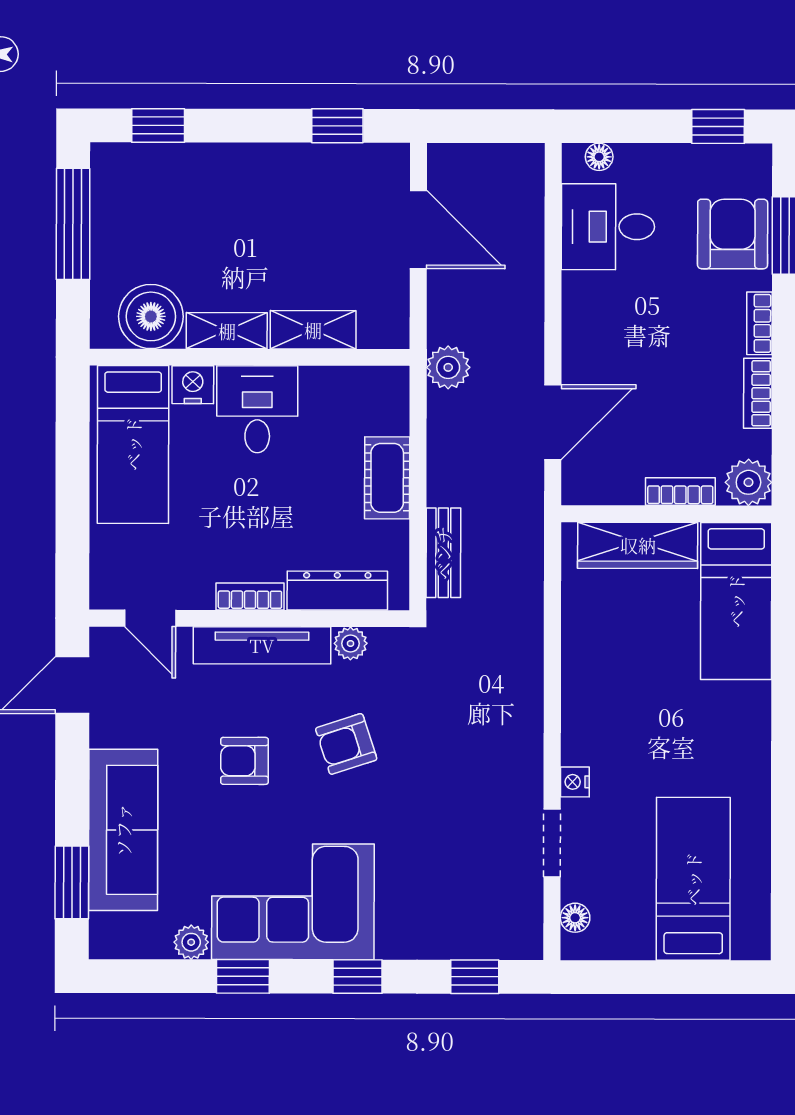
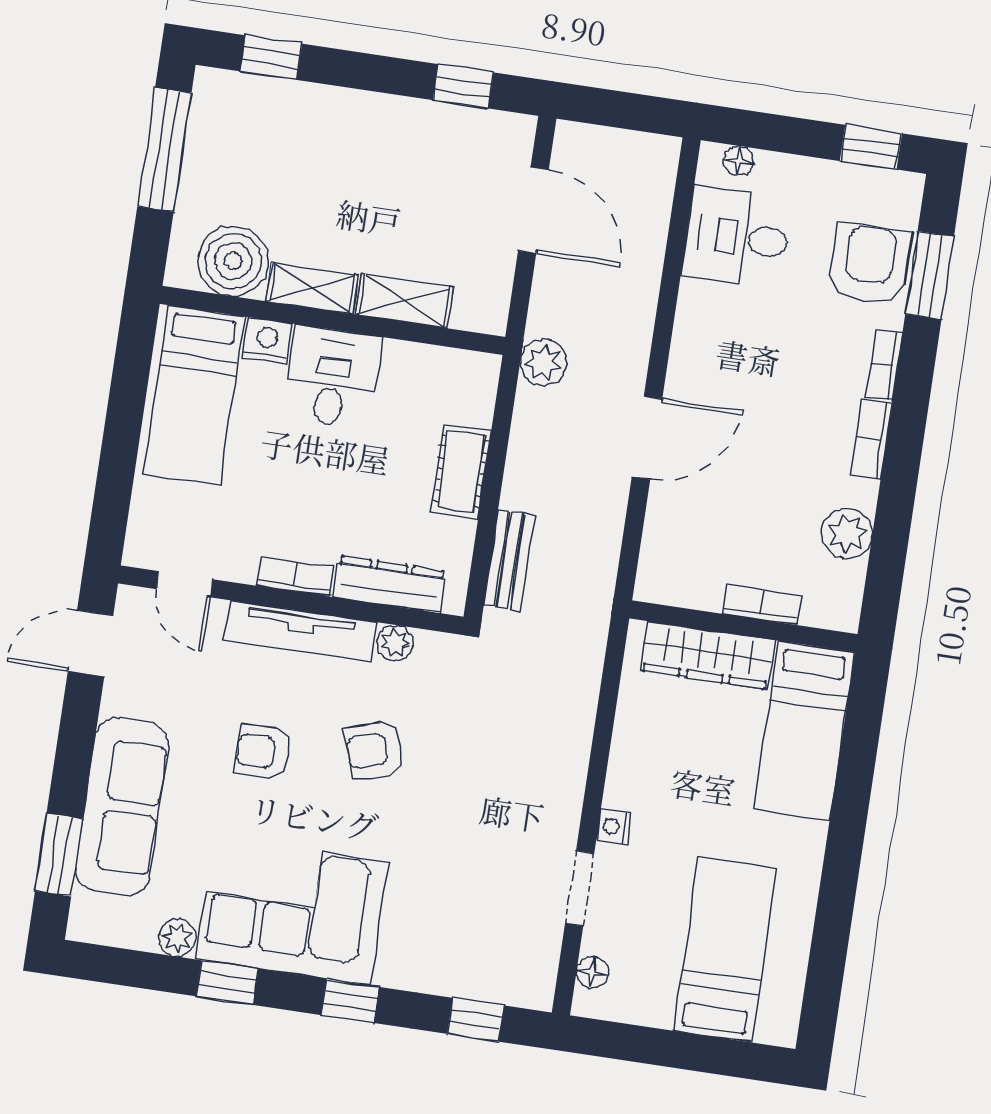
bookcase: (680, 491) -> (762, 604), moved
wall: (666, 514) -> (743, 626), moved
wardrobe: (638, 545) -> (708, 655), moved
bed: (736, 601) -> (804, 731), moved

